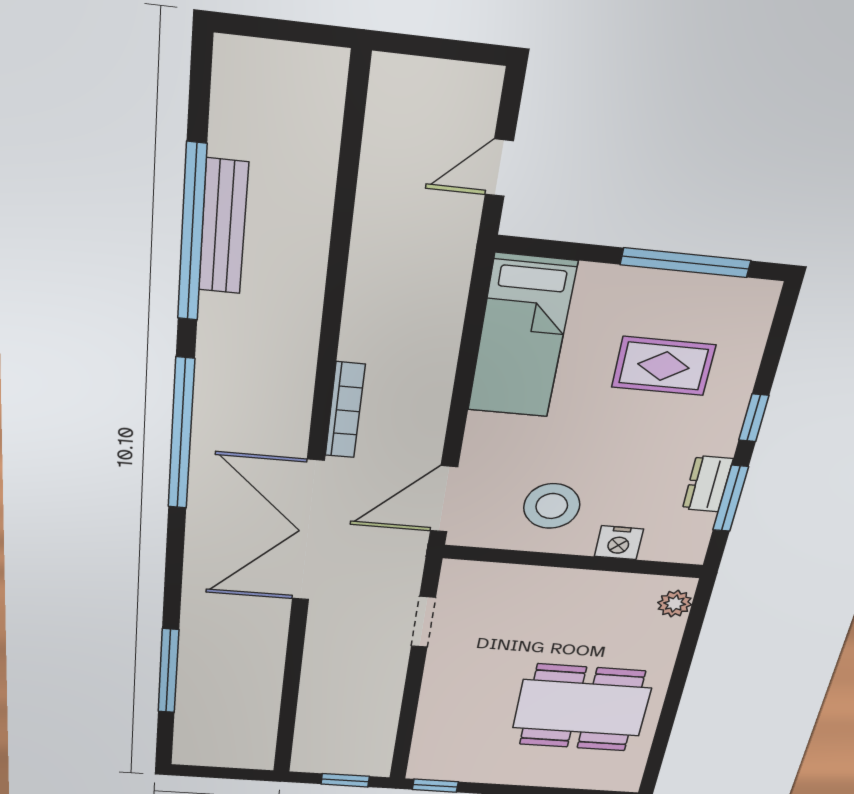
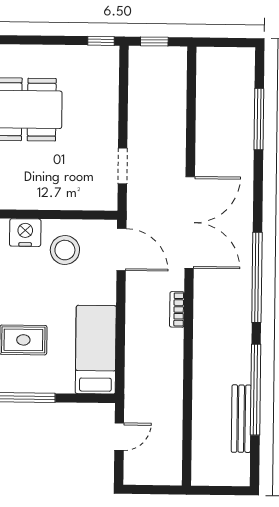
bench: (223, 227) -> (241, 419), moved
bookcase: (345, 410) -> (177, 309), width x0.64
door: (444, 499) -> (121, 249), hinge flipped
nightstand: (619, 543) -> (25, 233), width x1.36, depth x1.33

